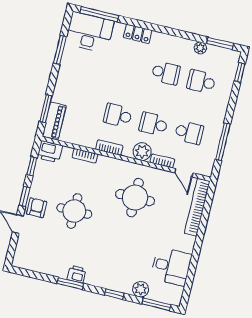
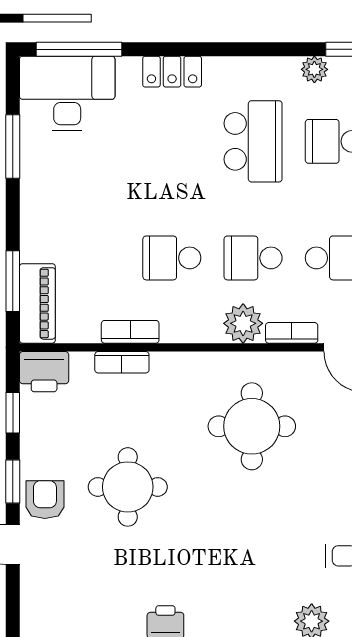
school desk: (166, 73) -> (253, 141), width x1.85
bookcase: (109, 148) -> (130, 332), moved

